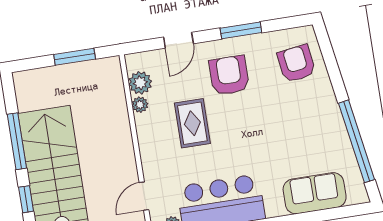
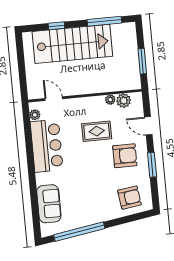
window: (17, 141) -> (104, 21), moved

